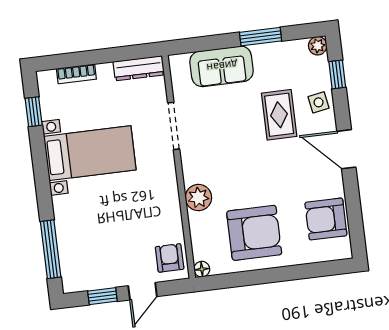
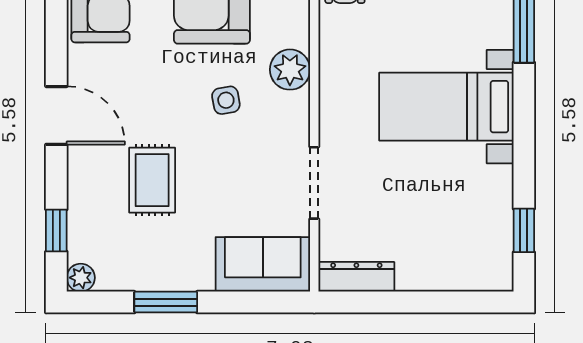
sofa: (222, 66) -> (263, 264), moved
bookcase: (76, 74) -> (452, 280), removed
side table: (319, 102) -> (226, 100), moved
bed with nightstands: (90, 153) -> (446, 107), moved

